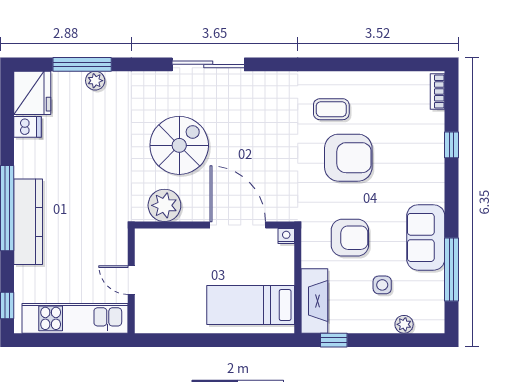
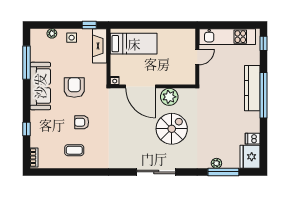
coffee table: (331, 109) -> (74, 150), moved
spiral stairs: (179, 145) -> (172, 129), turned 180
armchair: (348, 158) -> (82, 122), width x0.53, depth x0.53
plant: (164, 205) -> (169, 97), moved
sofa: (426, 237) -> (40, 86), width x1.36
armchair: (350, 238) -> (74, 88), moved, turned 90
door: (131, 280) -> (197, 57), hinge flipped
side table: (382, 285) -> (72, 38), moved

